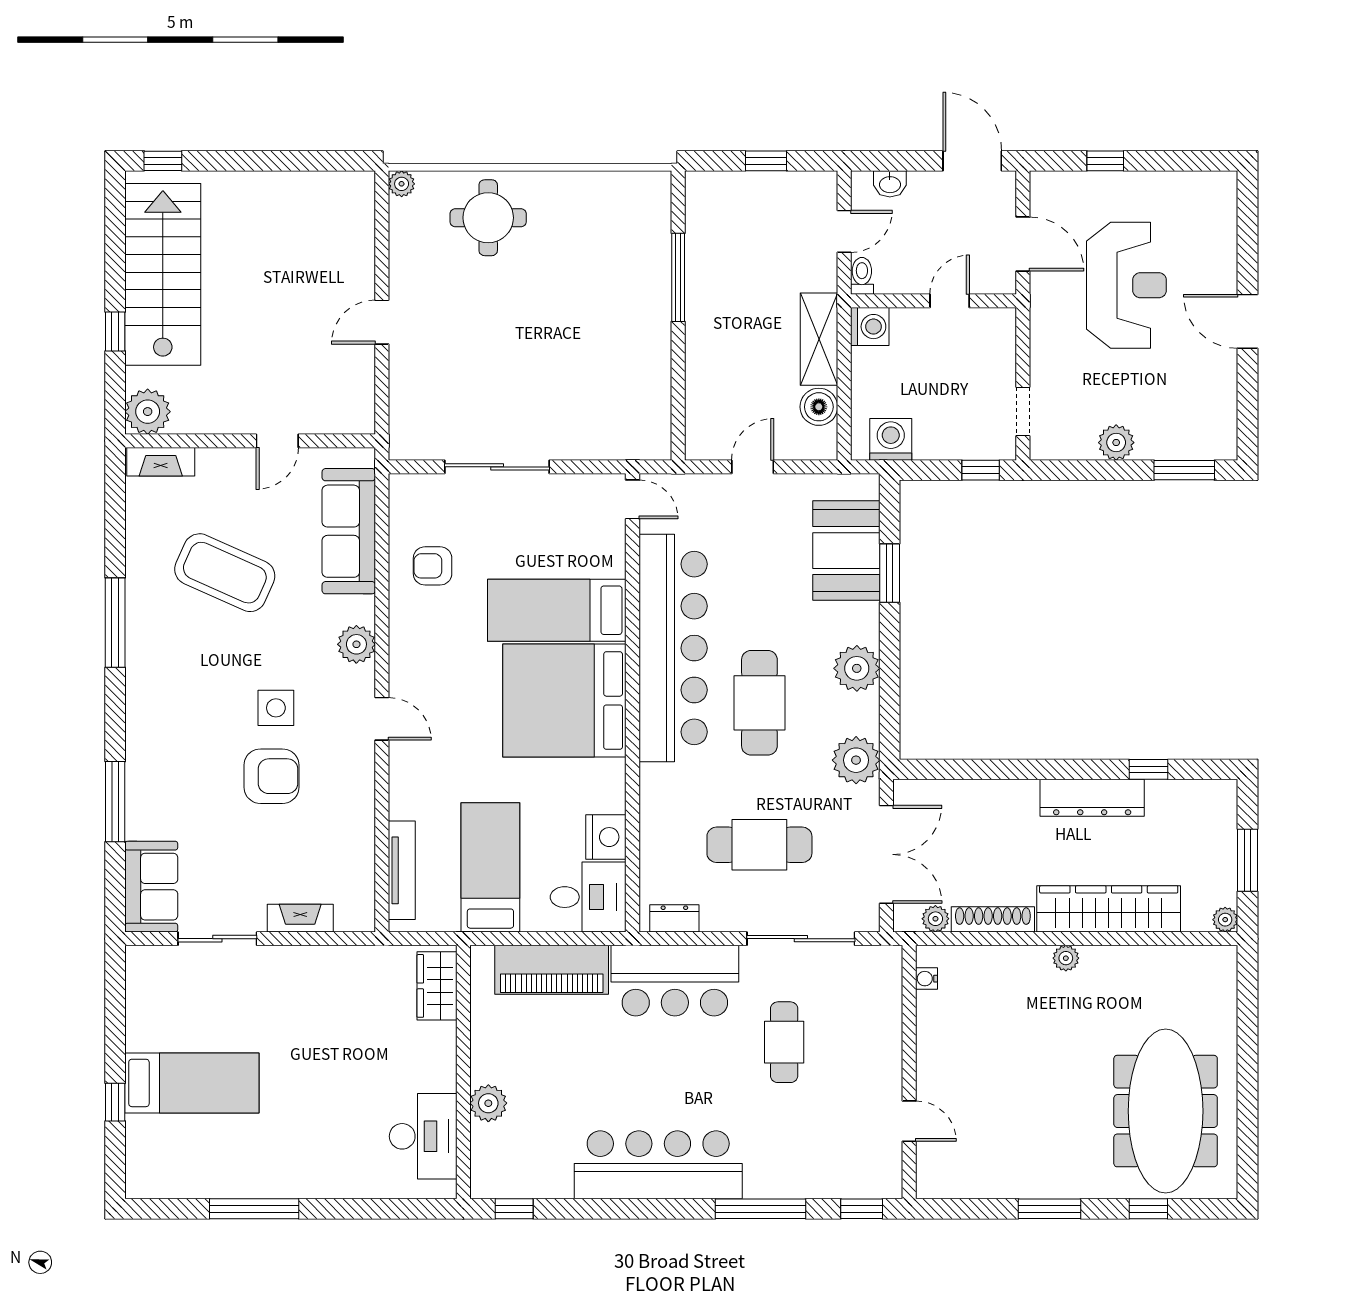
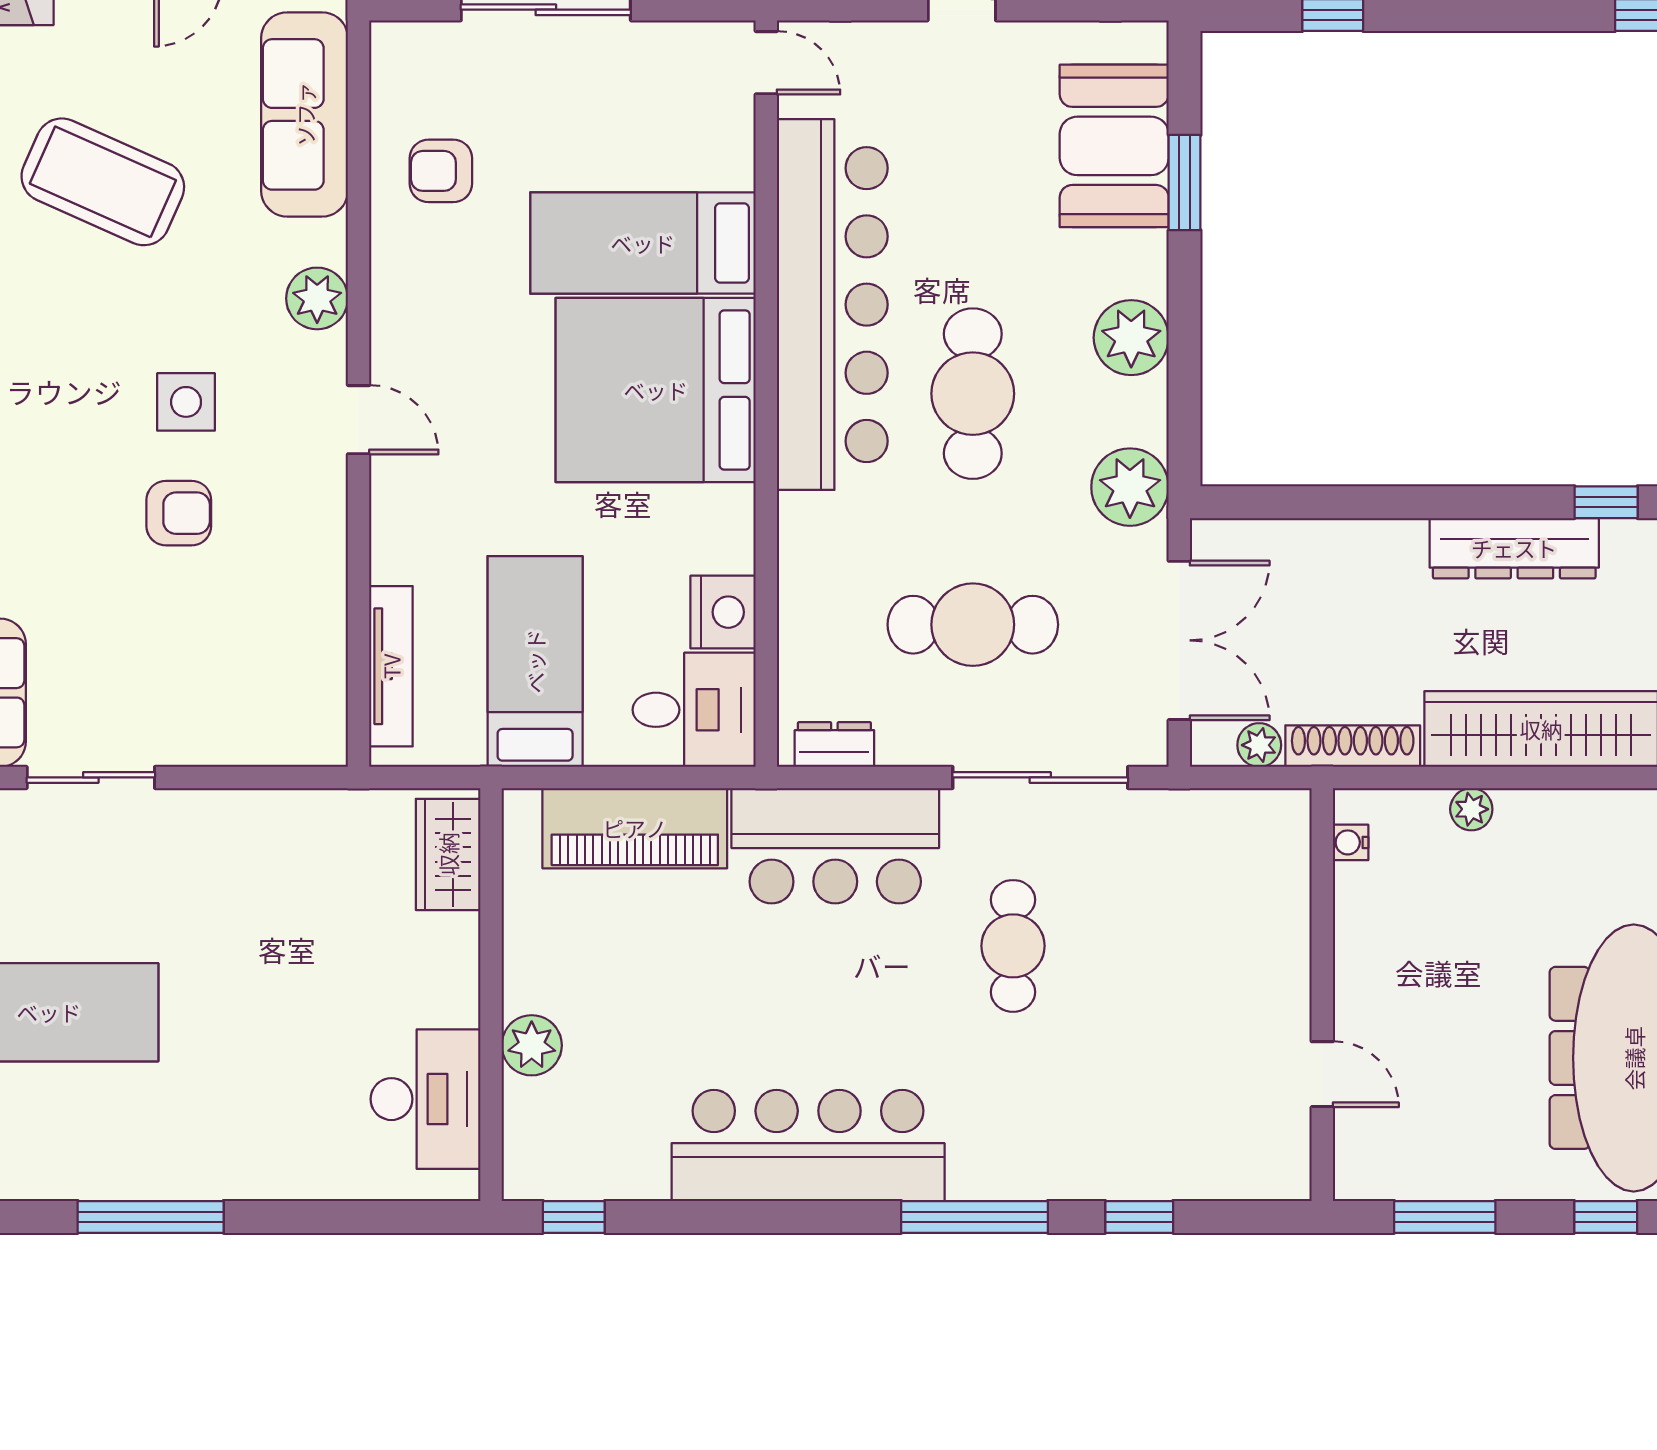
armchair: (271, 776) -> (179, 513), width x0.72, depth x0.72
fireplace: (300, 918) -> (226, 744), removed
water cooler: (926, 979) -> (1351, 842), moved
wall: (909, 1072) -> (1322, 995), moved
door: (909, 1121) -> (1322, 1074), moved

